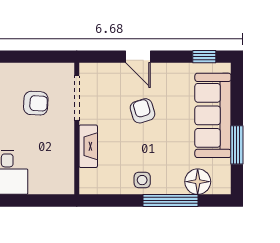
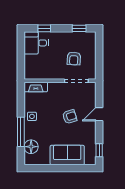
sofa: (213, 115) -> (67, 155), width x0.73
window: (237, 145) -> (51, 168), removed
fireplace: (88, 146) -> (36, 87), moved

